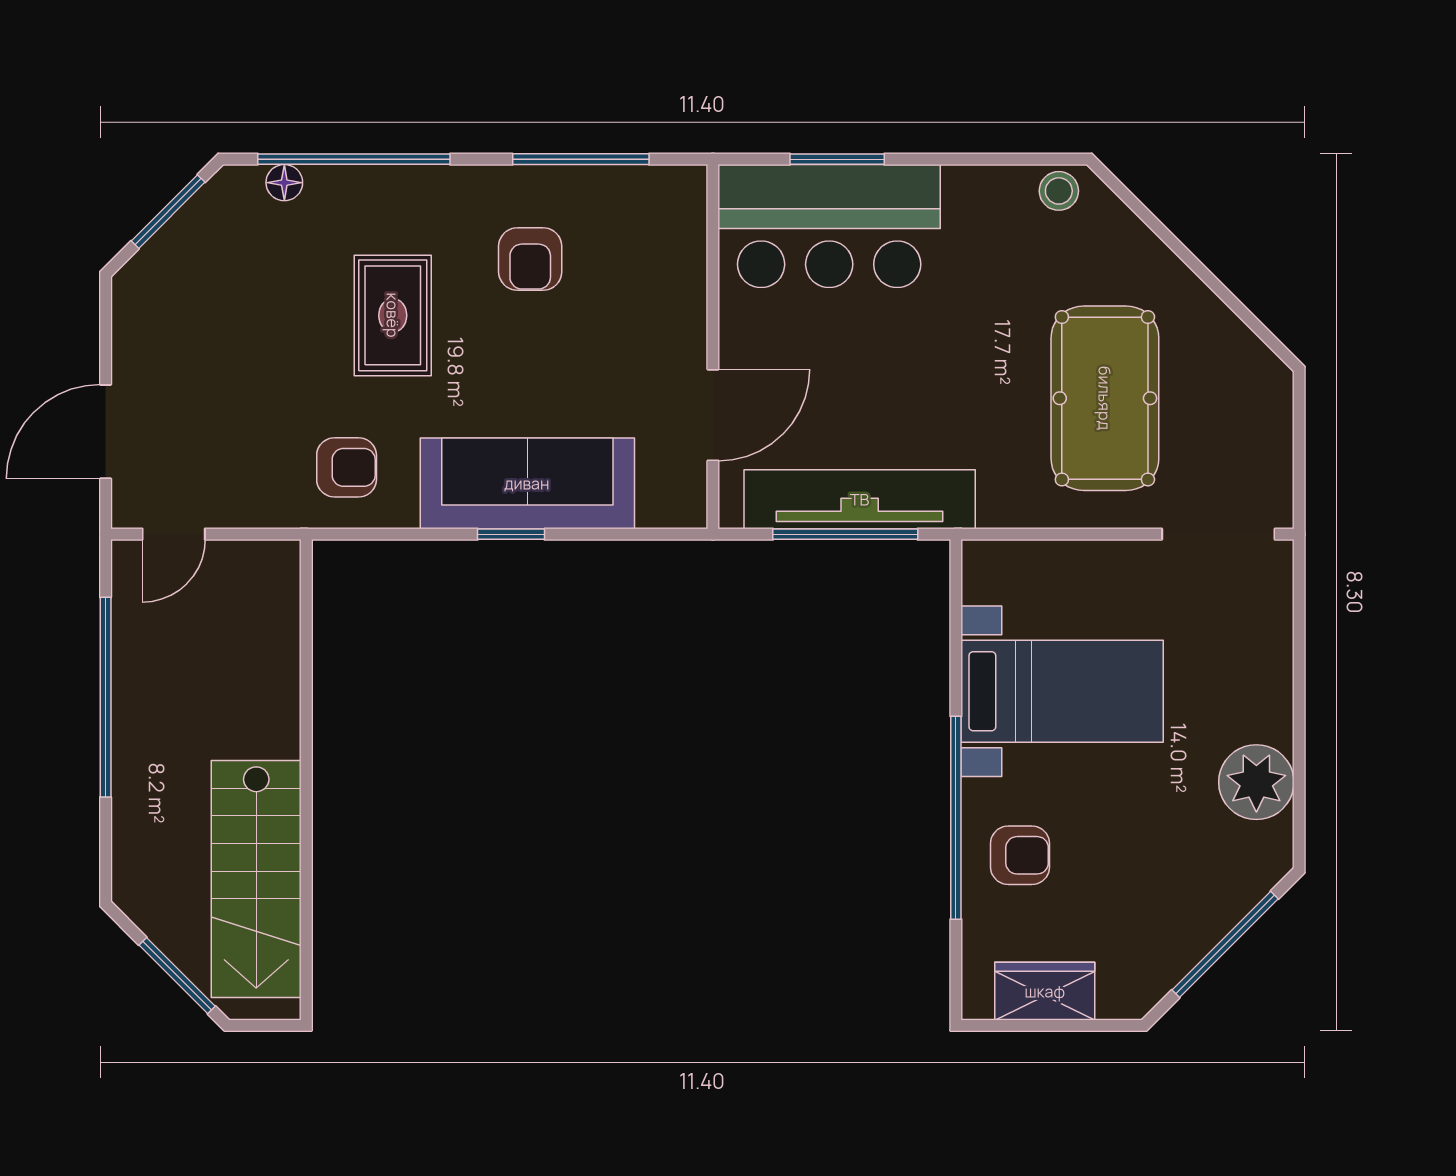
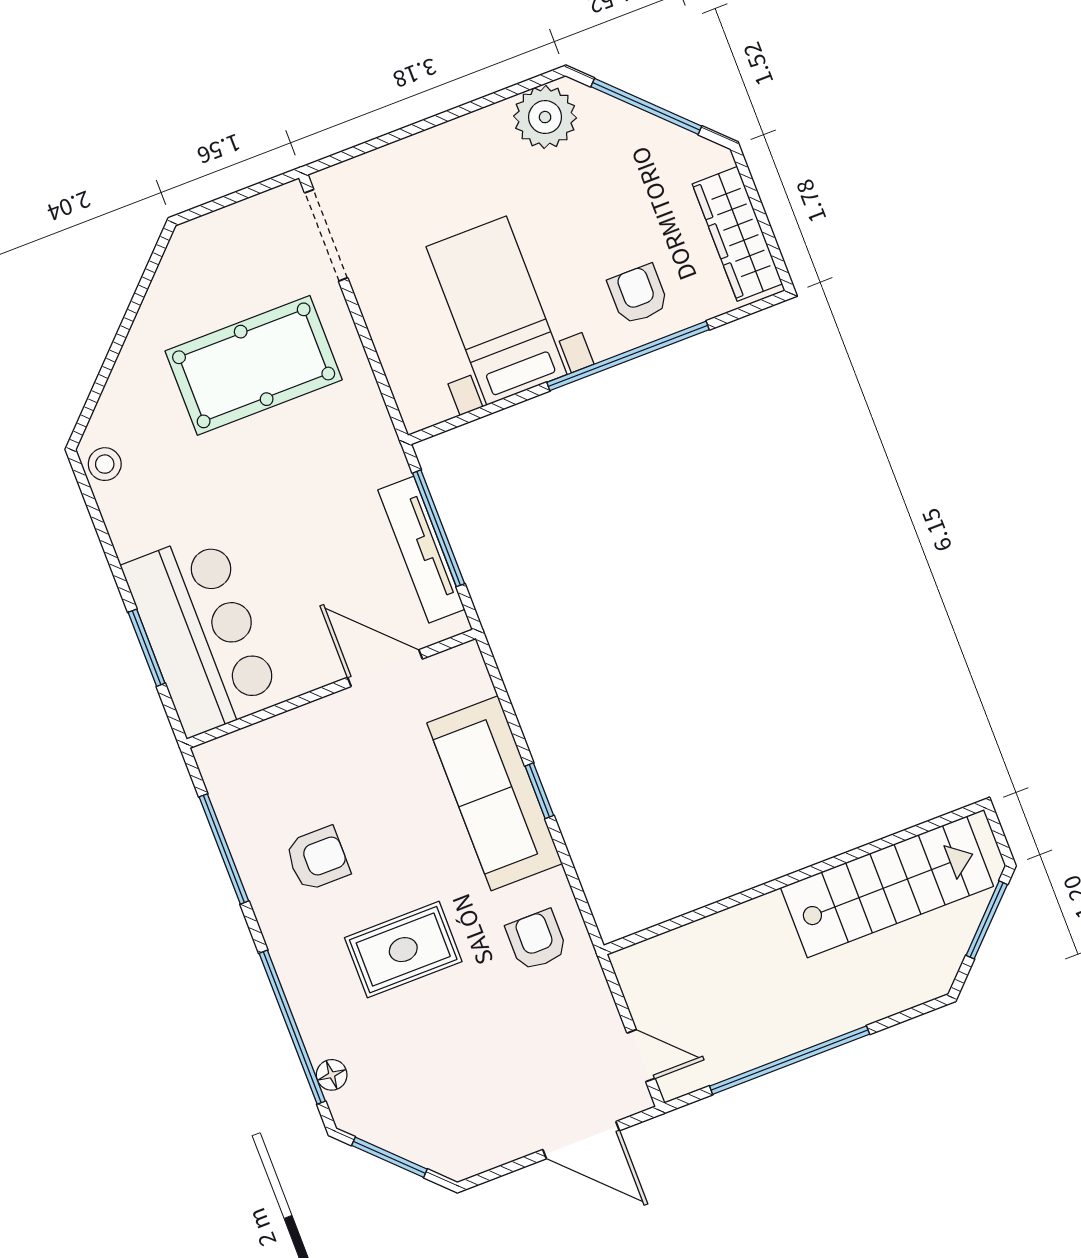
tv unit: (860, 499) -> (421, 550), width x0.73, depth x0.78
plant: (1256, 782) -> (545, 117), moved
wardrobe: (1045, 991) -> (737, 234), width x1.50

